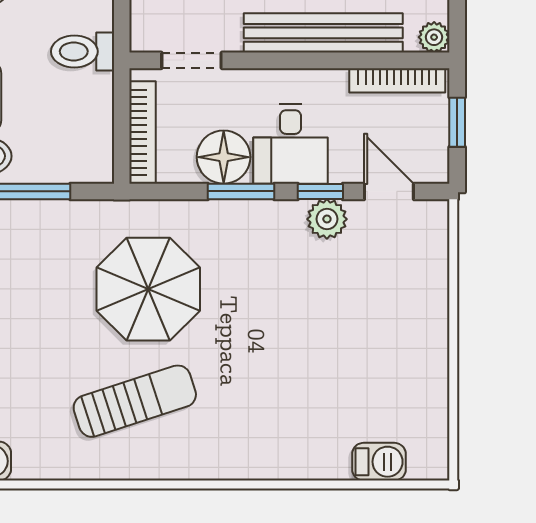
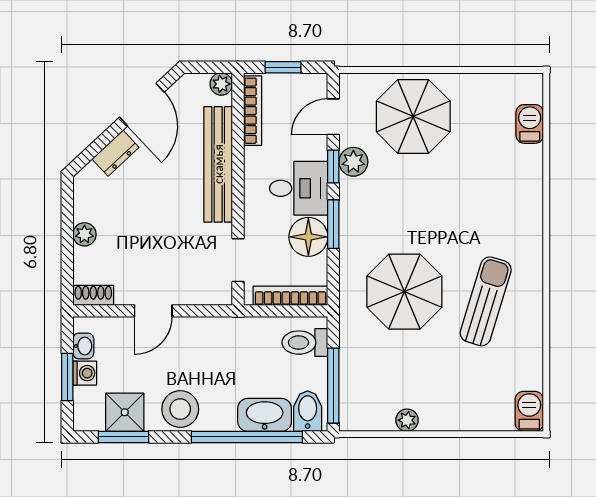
toilet: (83, 51) -> (305, 343), moved, turned 90
parasol: (389, 301) -> (413, 116), added
sun lounger: (135, 401) -> (486, 301), turned 35

